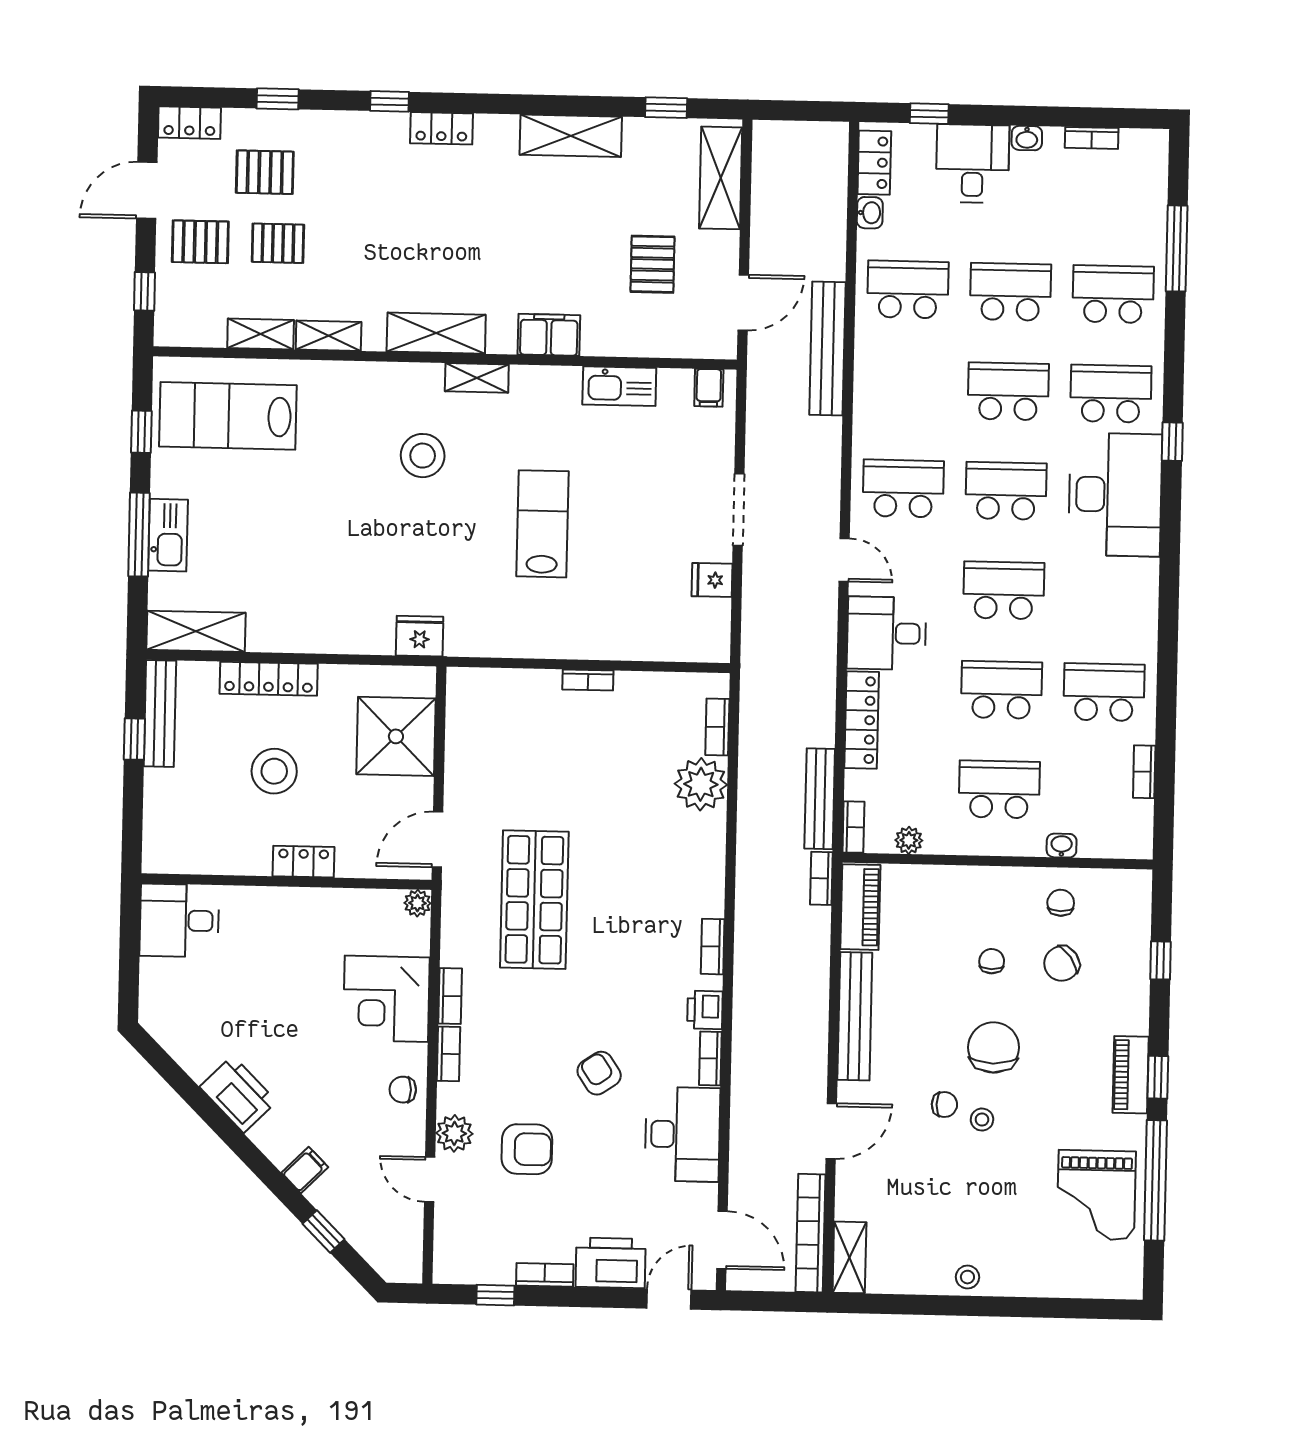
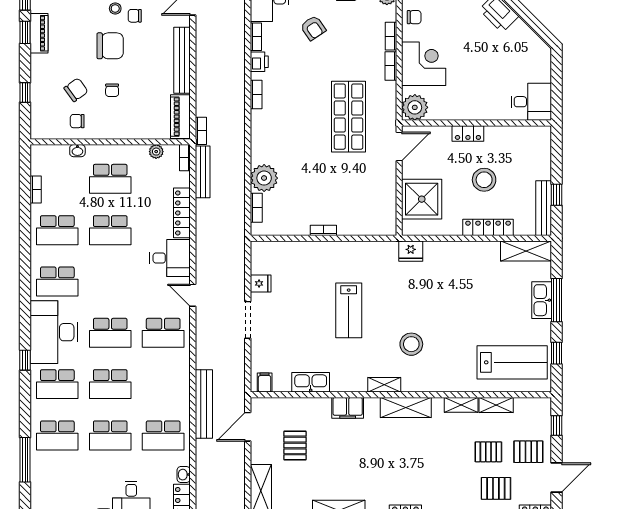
school desk: (1004, 590) -> (57, 281), moved
plant: (417, 903) -> (415, 107), width x1.87, depth x1.87
chair: (1061, 903) -> (77, 121), turned 90
chair: (994, 1047) -> (110, 46), turned -90

